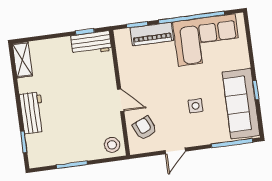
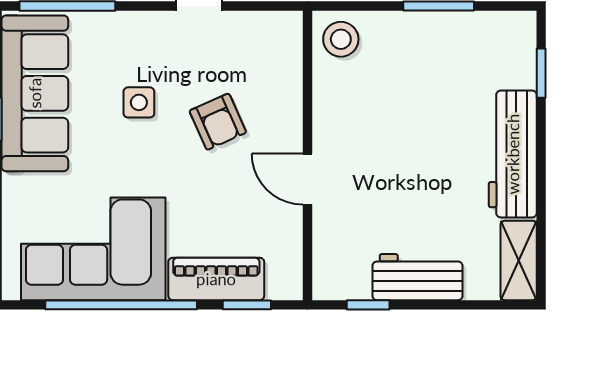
workbench: (91, 43) -> (417, 277), moved
door: (121, 100) -> (307, 179), moved
workbench: (32, 113) -> (513, 154), width x1.38
armchair: (145, 128) -> (218, 122), moved

